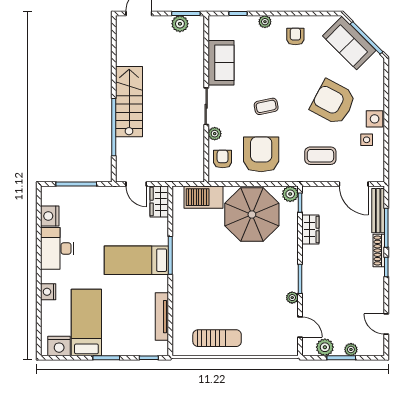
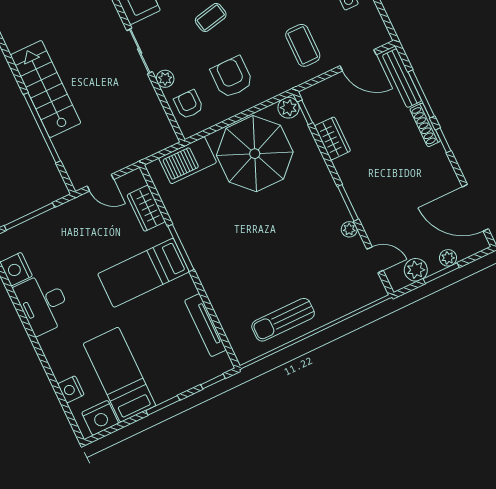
armchair: (261, 154) -> (232, 77), width x0.73, depth x0.73
coffee table: (320, 156) -> (303, 45), turned 90
wardrobe: (159, 202) -> (146, 208), moved
nightstand: (48, 292) -> (71, 389), moved
door: (386, 324) -> (475, 208), width x1.87
sun lounger: (217, 338) -> (283, 320), turned 180

